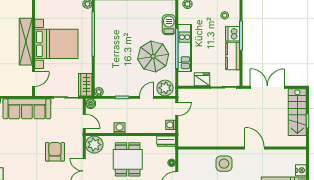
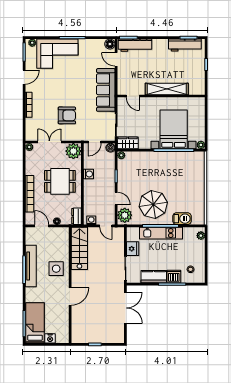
bed with nightstands: (56, 44) -> (174, 129), moved, turned 180
stairs: (297, 112) -> (79, 248), moved, turned 90

